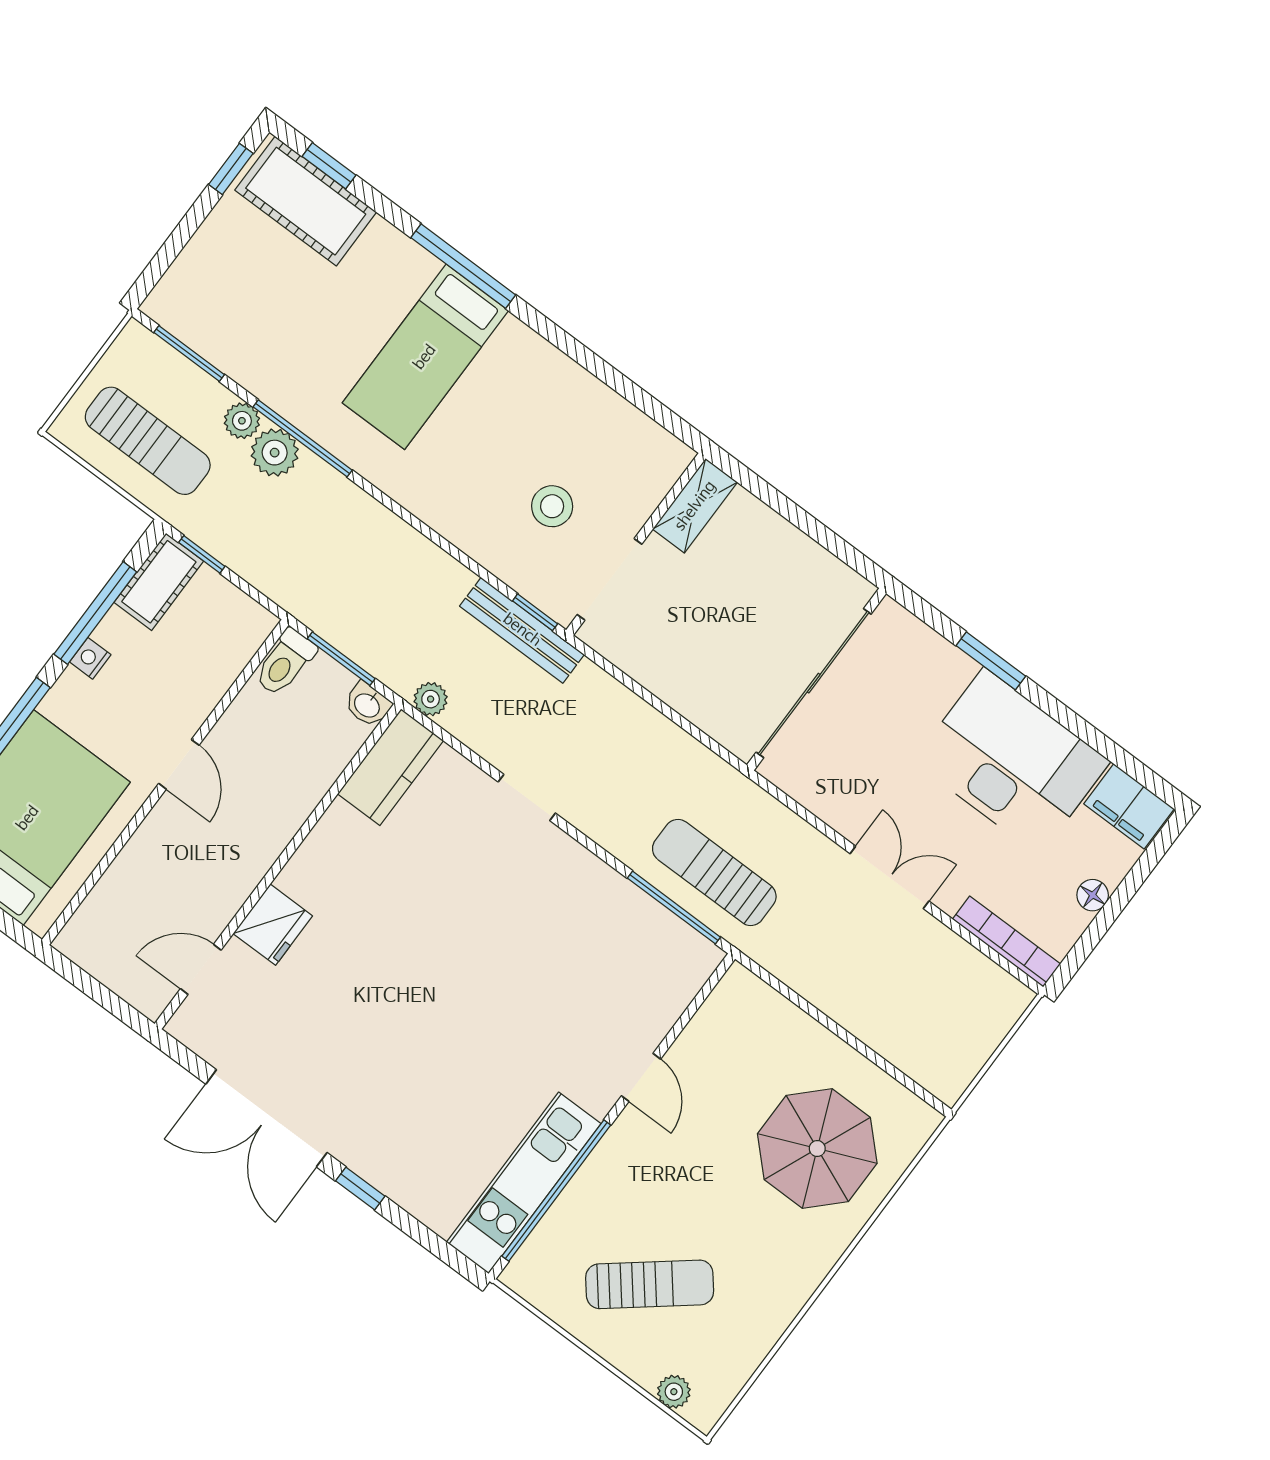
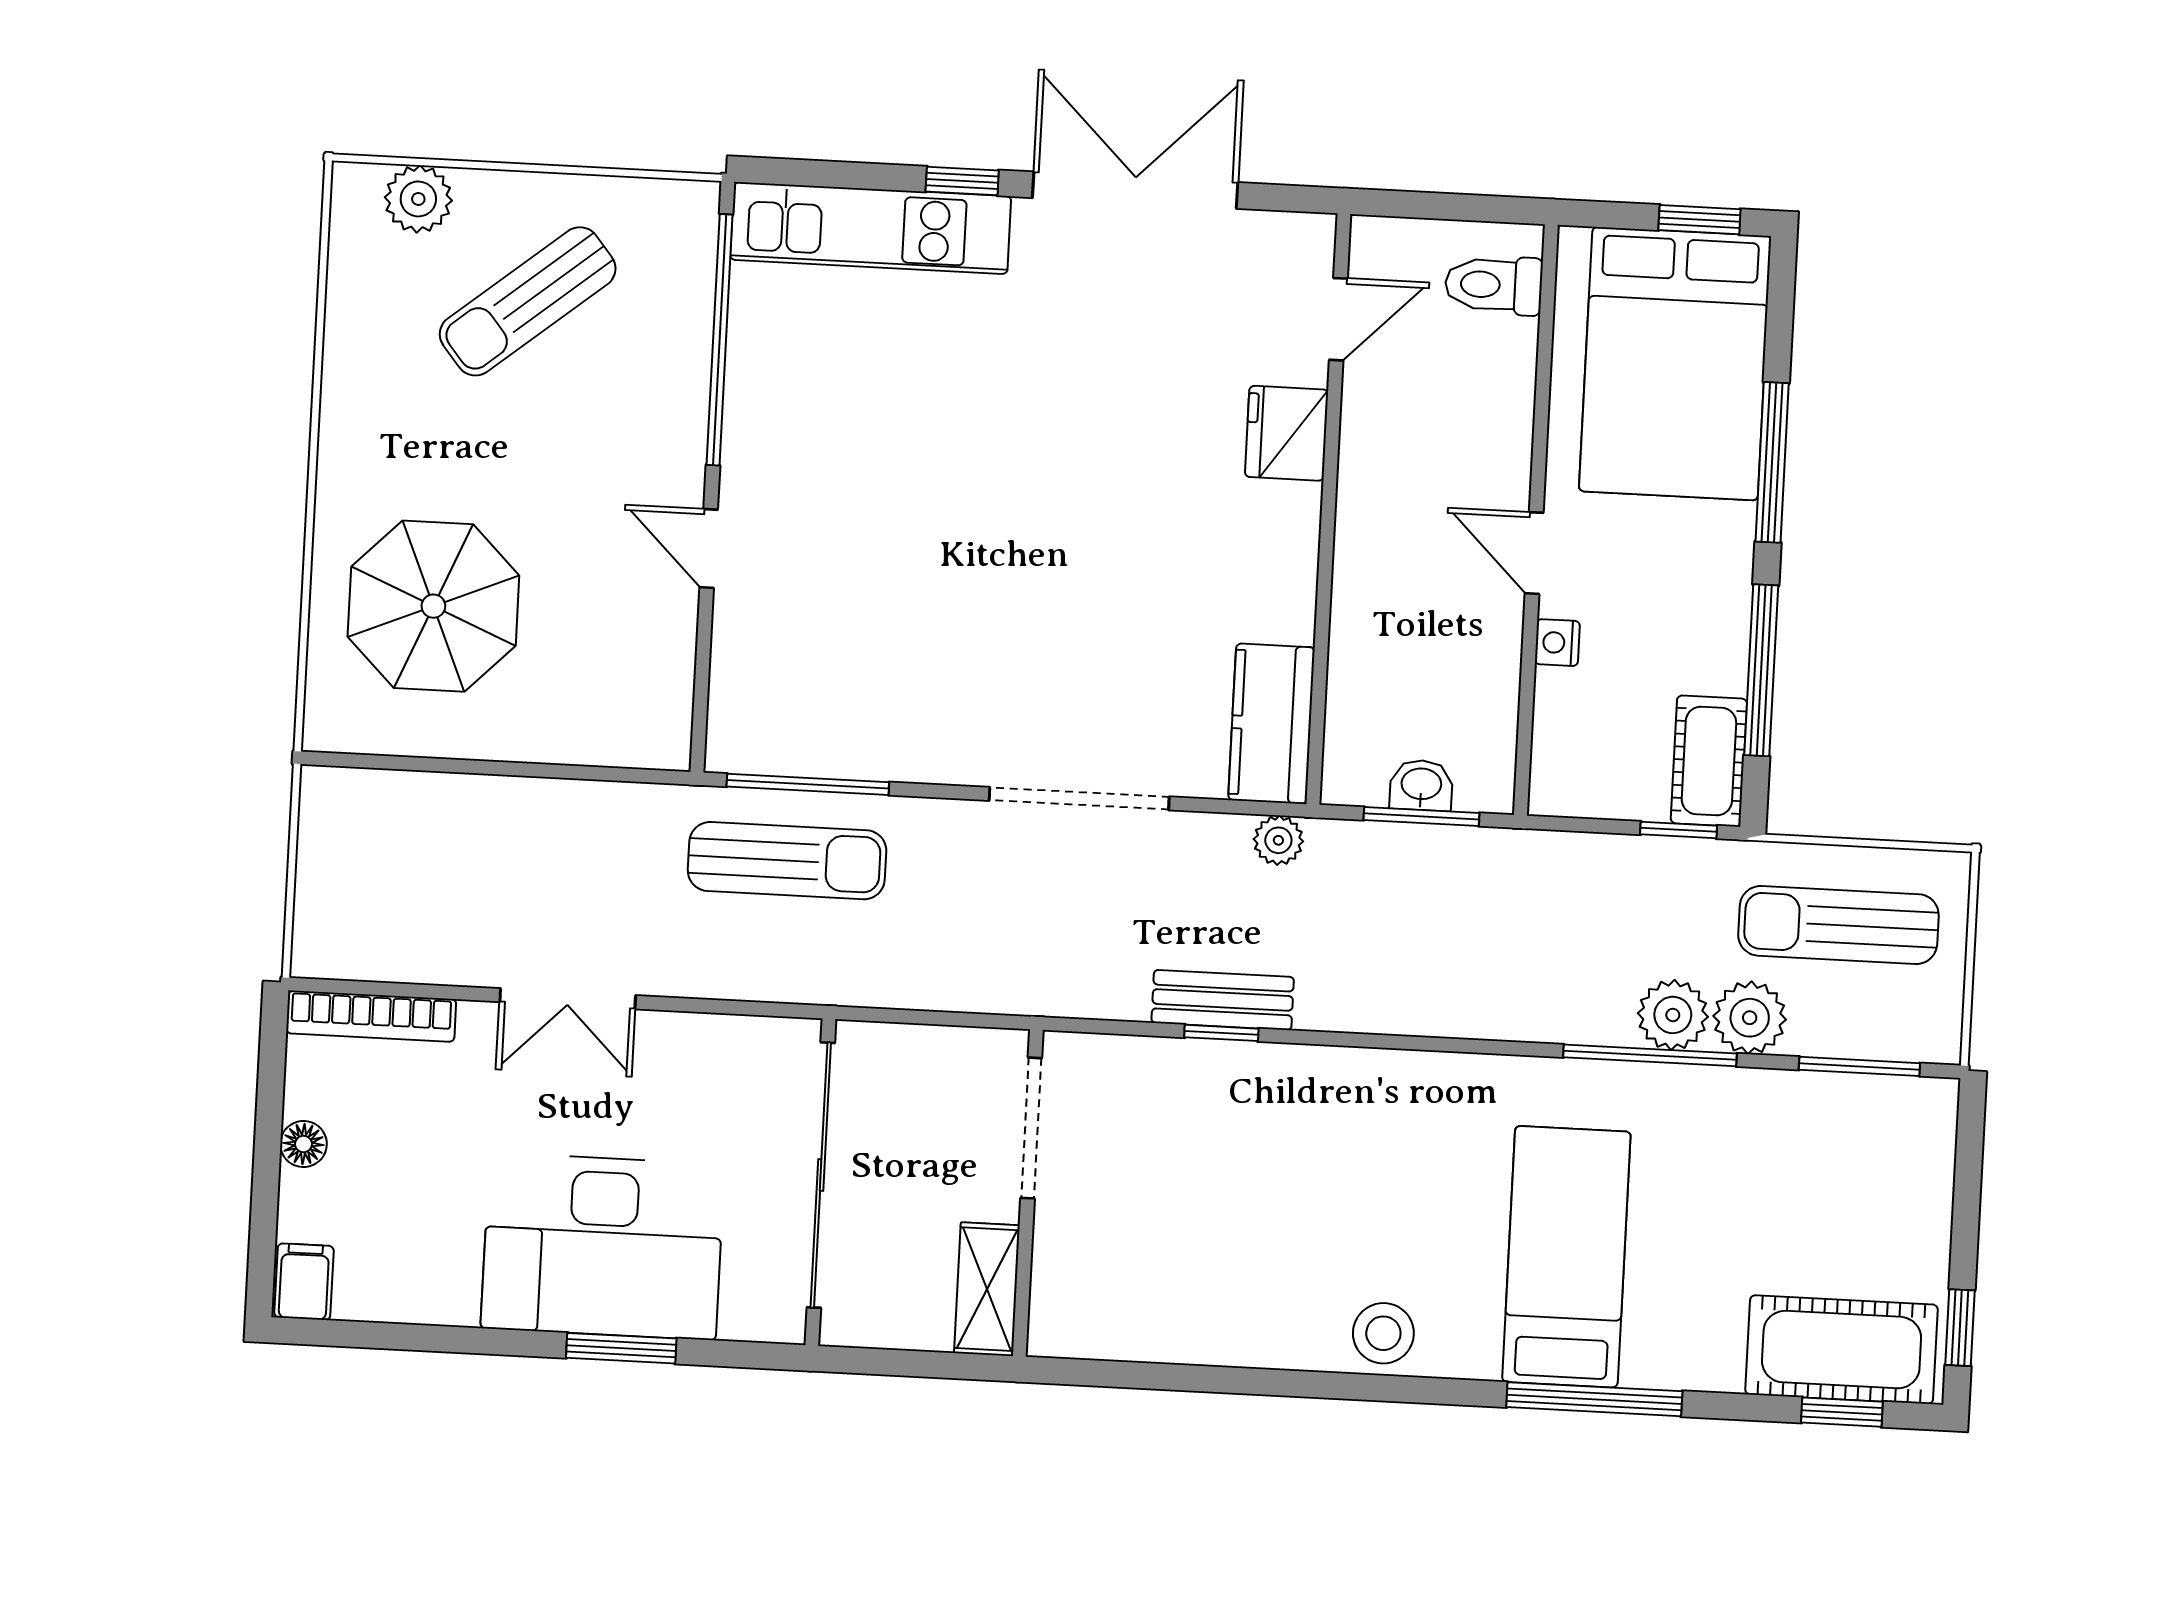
plant: (242, 421) -> (1750, 1018), width x1.38, depth x1.38
stool: (552, 506) -> (1383, 1333), moved
shelving: (695, 506) -> (987, 1289), moved
wall: (636, 544) -> (1028, 1193), moved
doorway: (610, 579) -> (1031, 1128), moved
bench: (522, 630) -> (1223, 1000), width x0.73
nightstand: (90, 658) -> (1557, 643), moved, turned 180
toilet: (285, 662) -> (1494, 285), moved, turned -90
washbasin: (368, 705) -> (1421, 785), moved
desk: (1012, 761) -> (603, 1246), moved
doorway: (527, 797) -> (1079, 799), width x1.88
filing cabinet: (1129, 806) -> (304, 1282), width x0.50
kitchen unit: (524, 1183) -> (871, 228), moved, turned 90
plant: (674, 1392) -> (418, 199), width x1.38, depth x1.38

